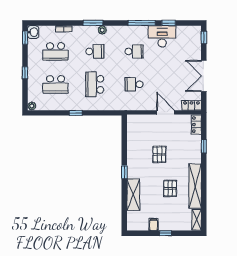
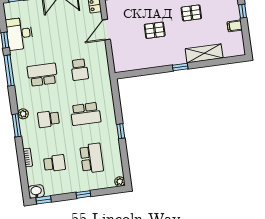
desk: (162, 36) -> (19, 34), moved
school desk: (56, 51) -> (55, 163), width x0.54
school desk: (95, 51) -> (48, 119), turned -90
school desk: (134, 51) -> (42, 75), width x1.85

